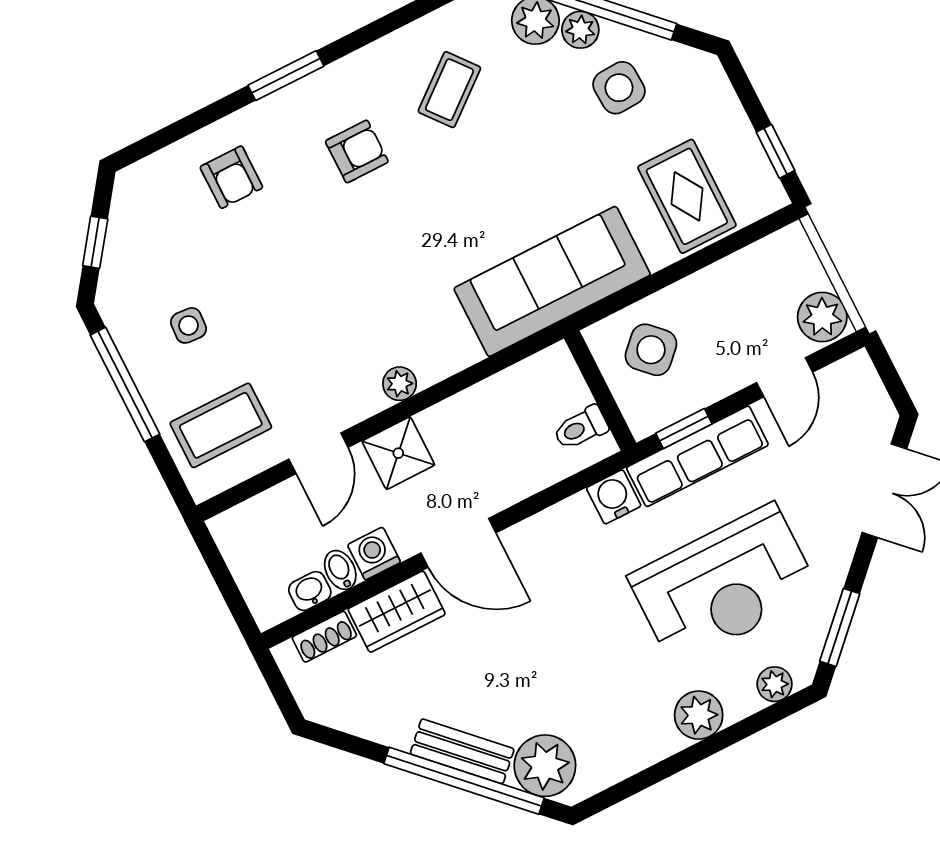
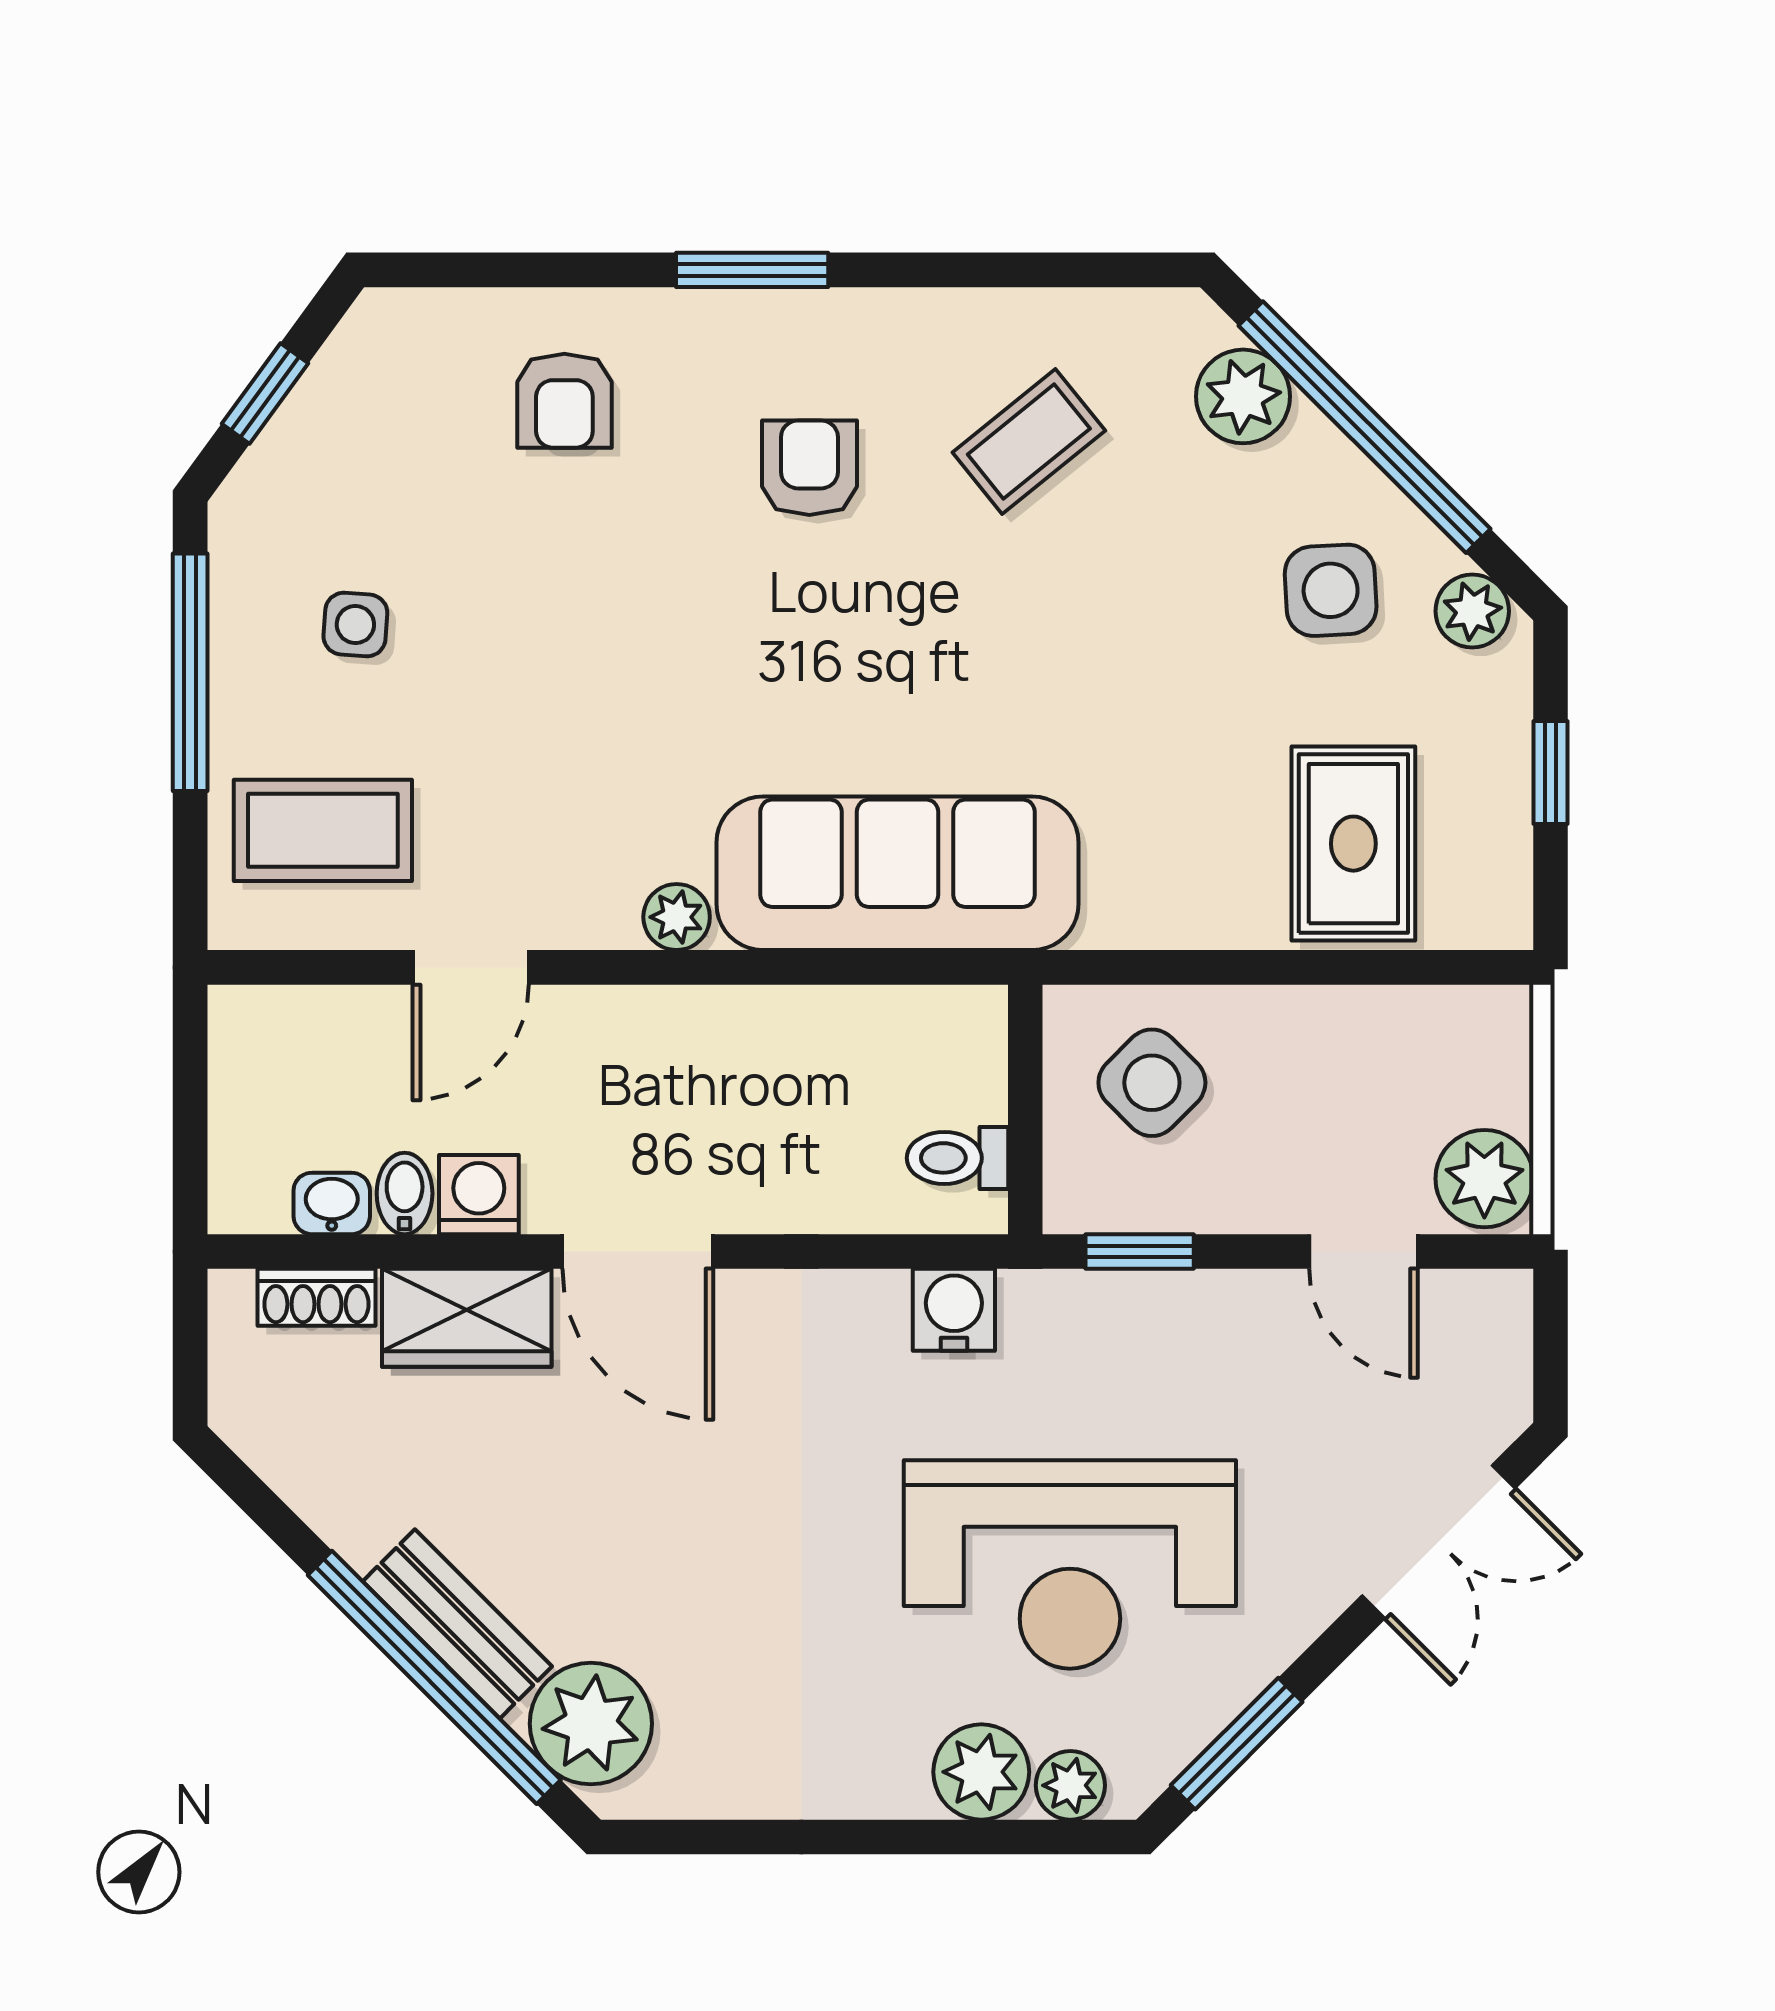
plant: (580, 30) -> (1472, 611), moved
armchair: (357, 151) -> (809, 468), turned -90
window: (776, 151) -> (1550, 772), moved
sofa: (552, 281) -> (898, 873), moved
door: (785, 377) -> (1364, 1251), hinge flipped
shower: (398, 453) -> (612, 1039), removed
row of seats: (697, 456) -> (1139, 1313), removed
plant: (699, 715) -> (981, 1772), moved

